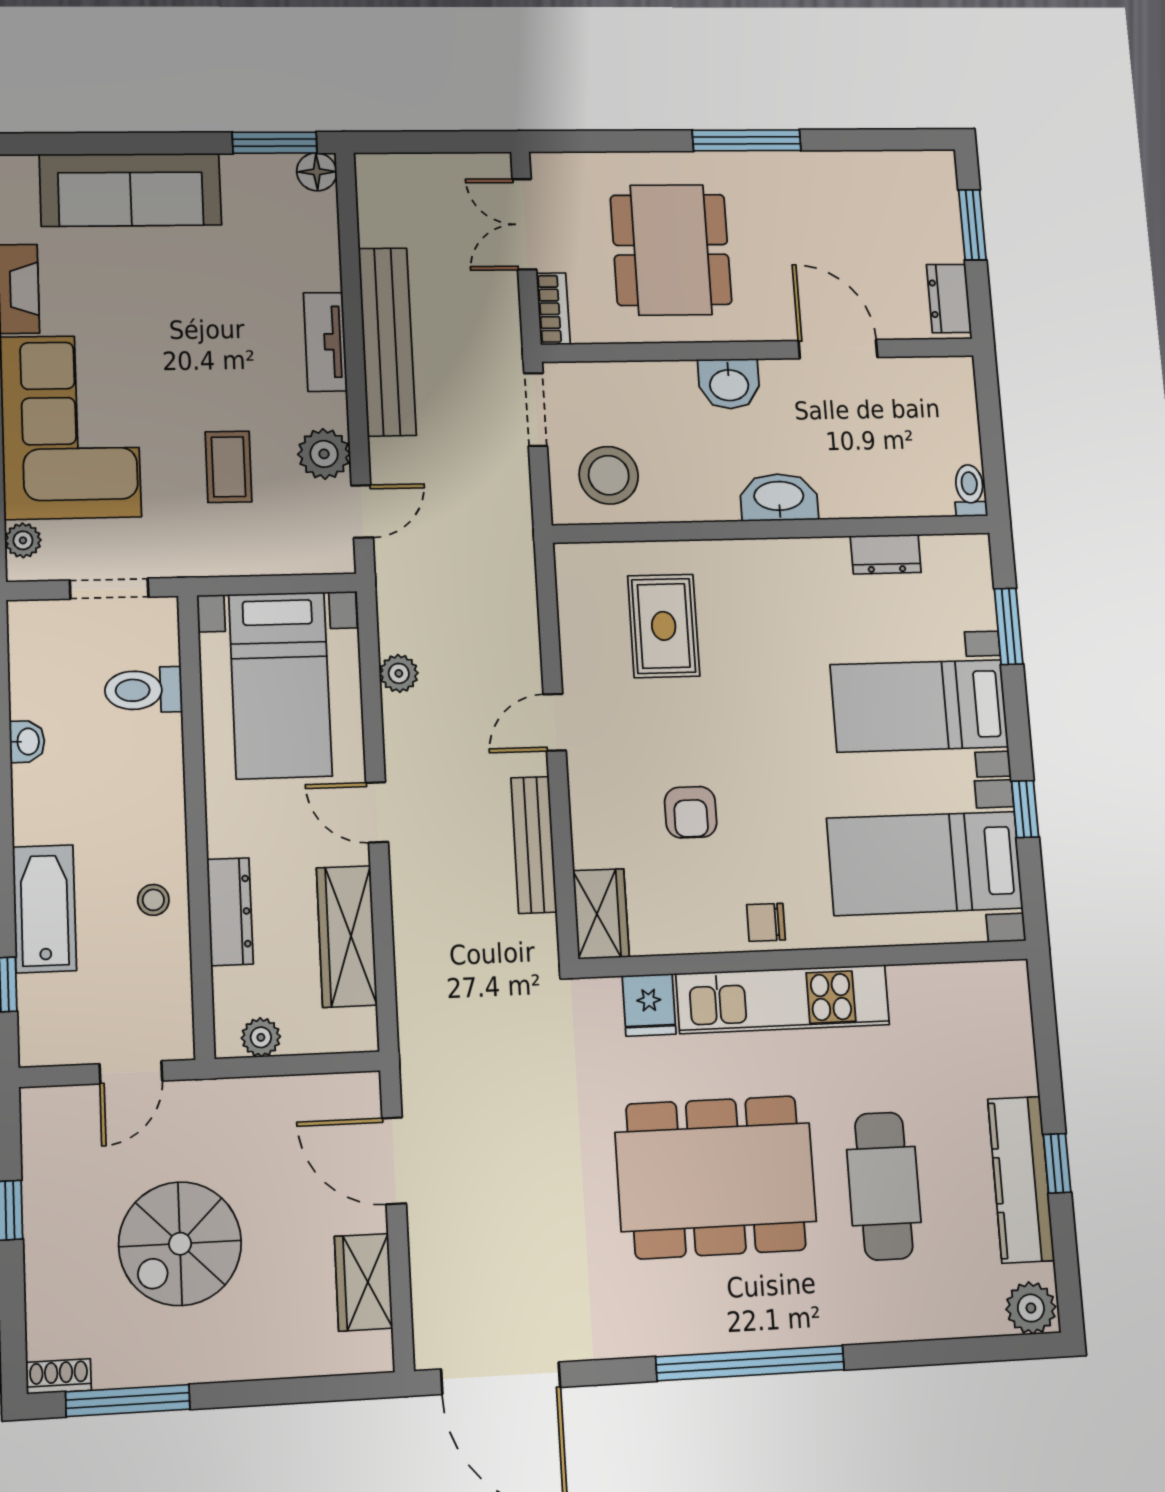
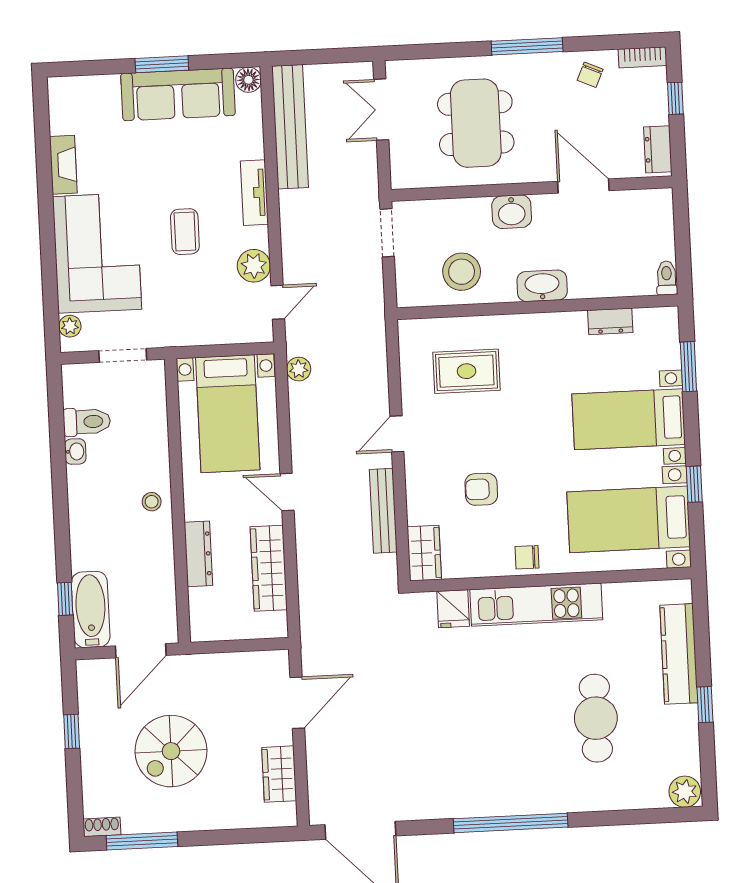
window: (275, 143) -> (162, 64), moved
chair: (843, 185) -> (590, 75), added
sofa: (131, 190) -> (178, 94), moved
window: (972, 225) -> (675, 98), width x0.67
bookcase: (553, 309) -> (642, 57), moved, turned 90
bench: (387, 342) -> (290, 127), moved
coffee table: (228, 467) -> (185, 232), moved
stool: (609, 475) -> (462, 272), moved
rug: (664, 626) -> (466, 371), turned 90
plant: (399, 673) -> (299, 369), moved
toilet: (143, 690) -> (87, 422), moved, turned 180
armchair: (691, 812) -> (481, 489), turned 90
stool: (153, 900) -> (152, 502), moved
bathtub: (45, 909) -> (91, 609), moved
plant: (261, 1037) -> (217, 629), removed
door: (131, 1072) -> (141, 651), width x1.38
door: (394, 1161) -> (297, 703), swing flipped
dining table: (716, 1177) -> (492, 713), removed
kitchen counter: (1021, 1180) -> (679, 654), moved

